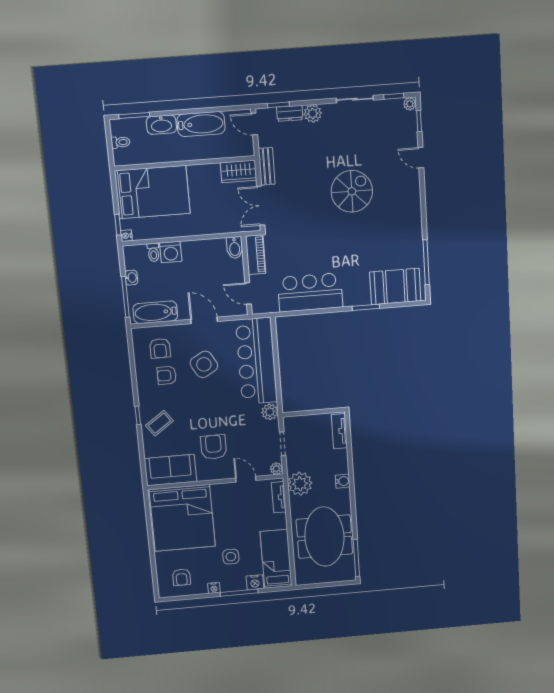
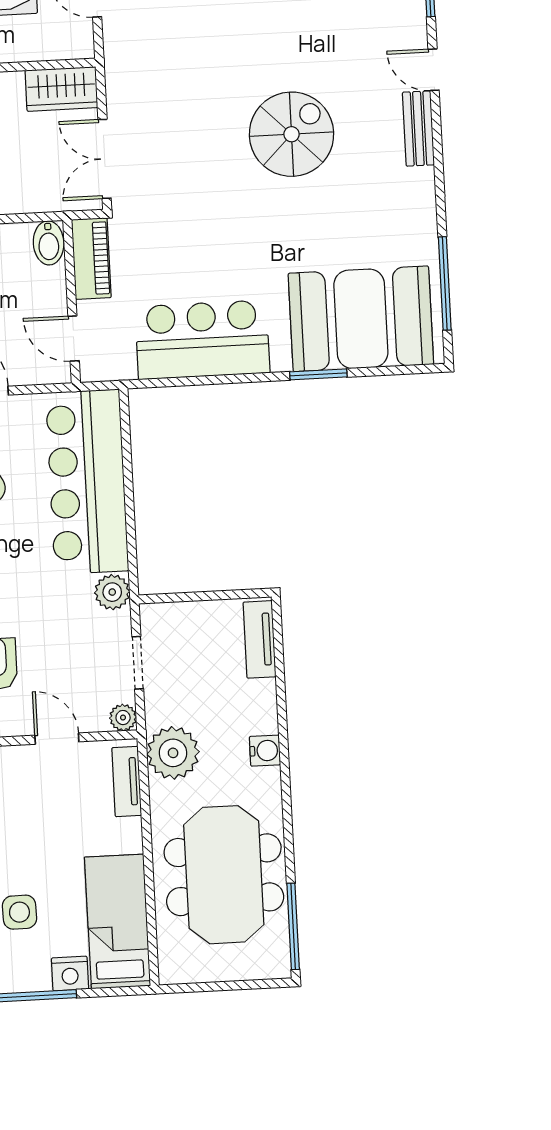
bench: (267, 166) -> (418, 129), moved
booth: (395, 287) -> (361, 319), width x1.36, depth x1.42

